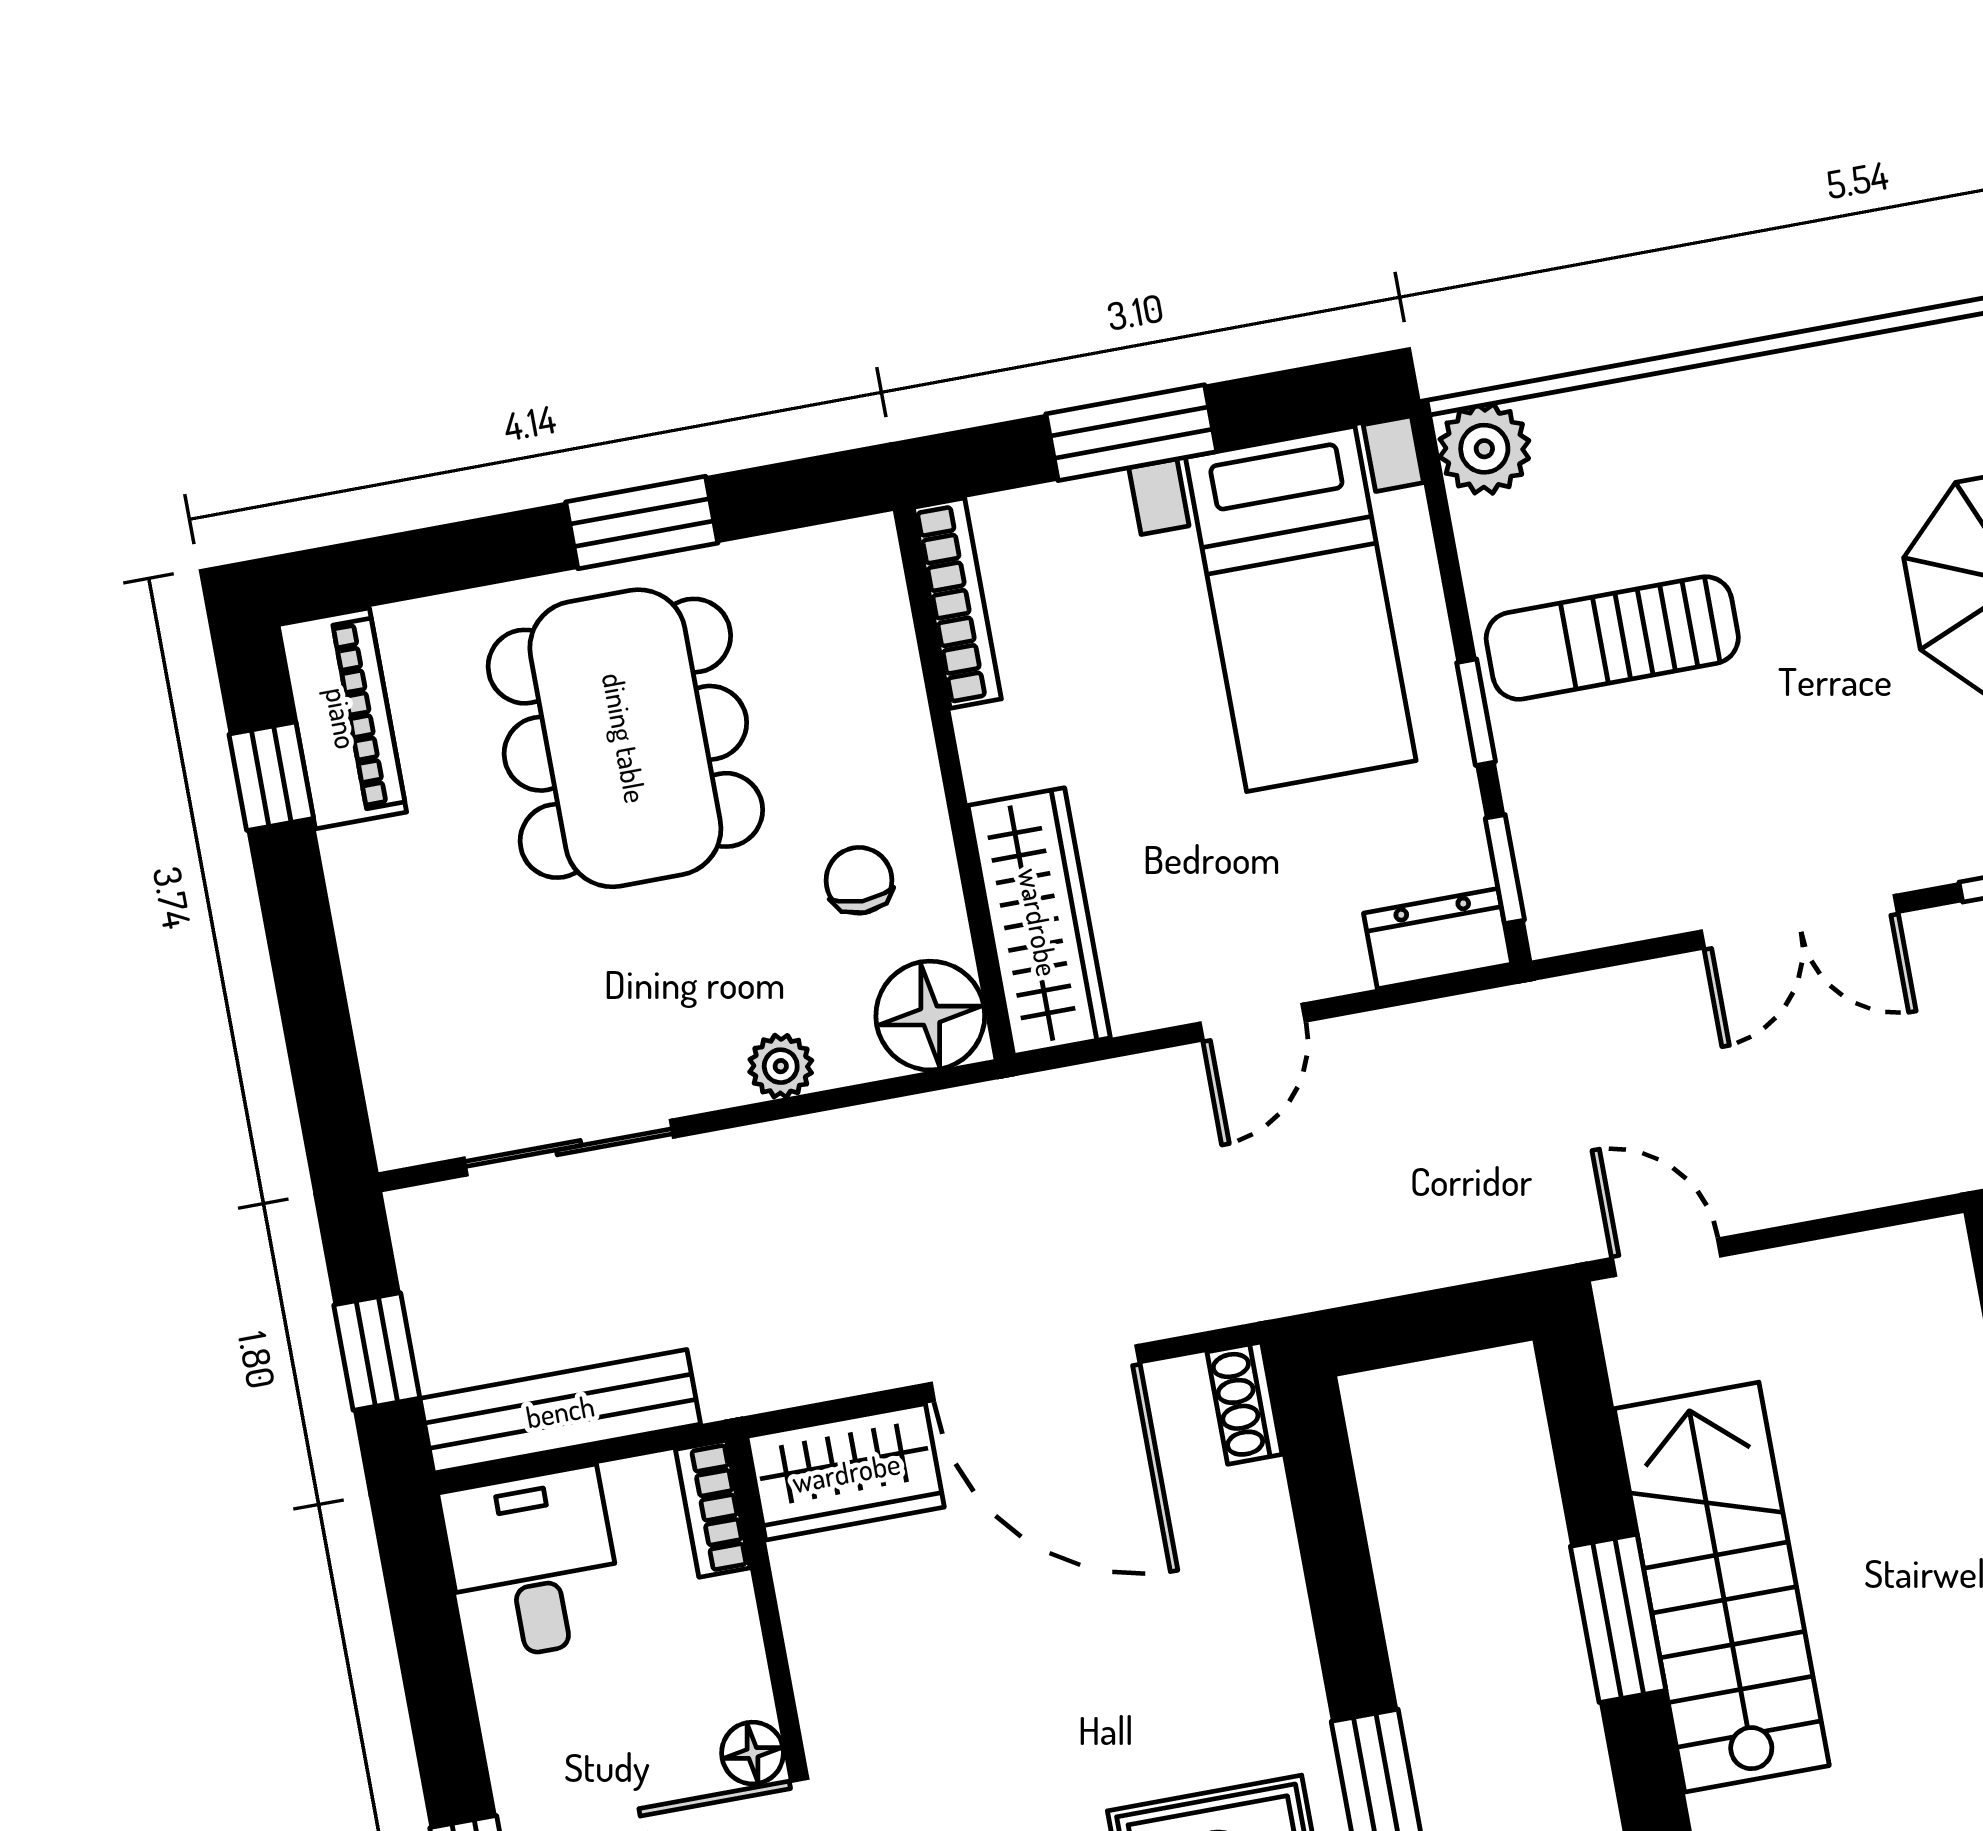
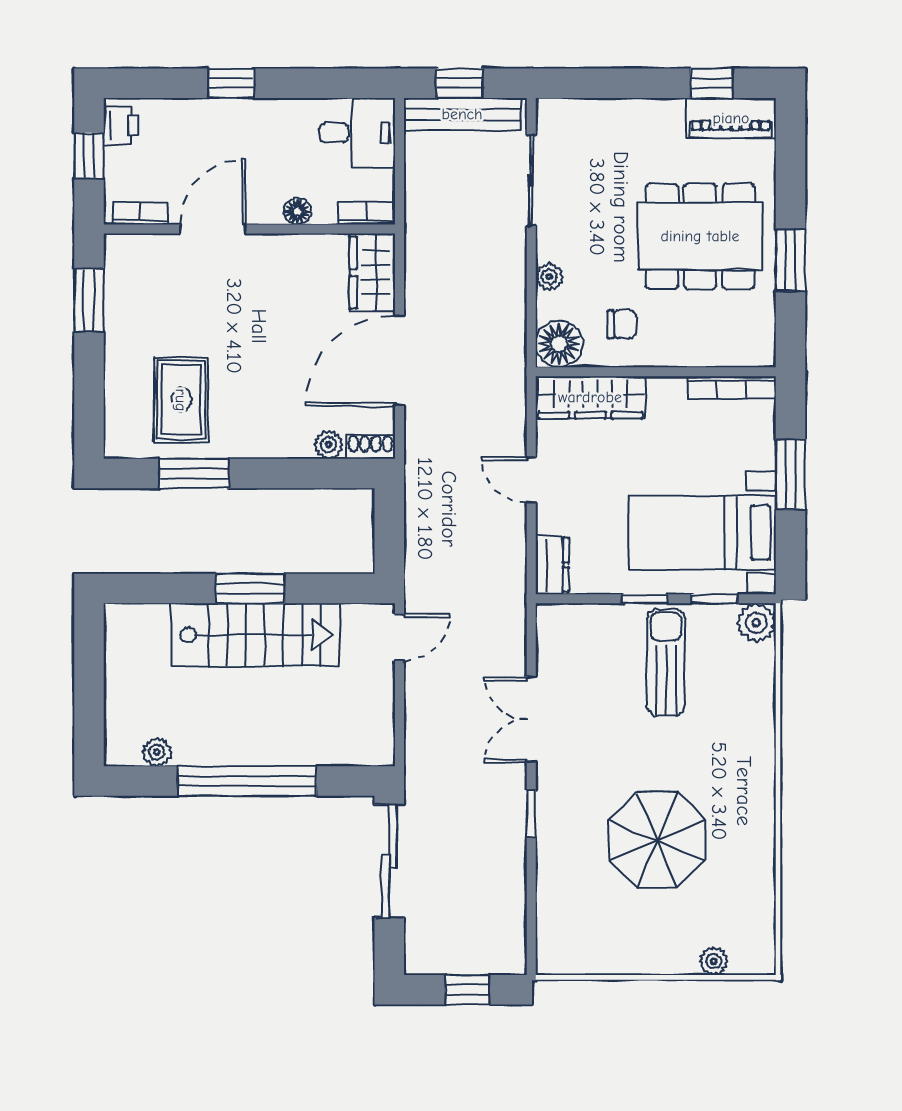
window: (1505, 869) -> (714, 599), moved
bench: (560, 1411) -> (462, 114), moved, turned 90
plant: (1257, 1500) -> (329, 445), added
floor lamp: (753, 1753) -> (297, 211), moved

